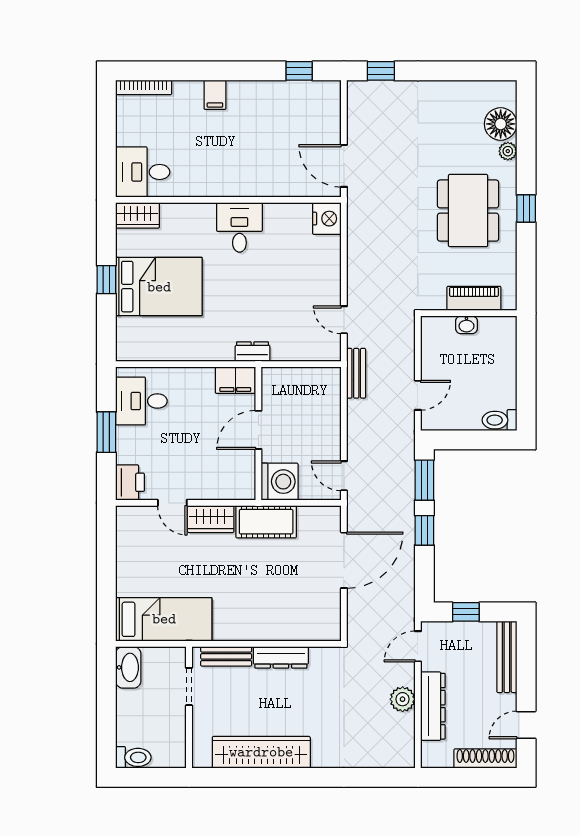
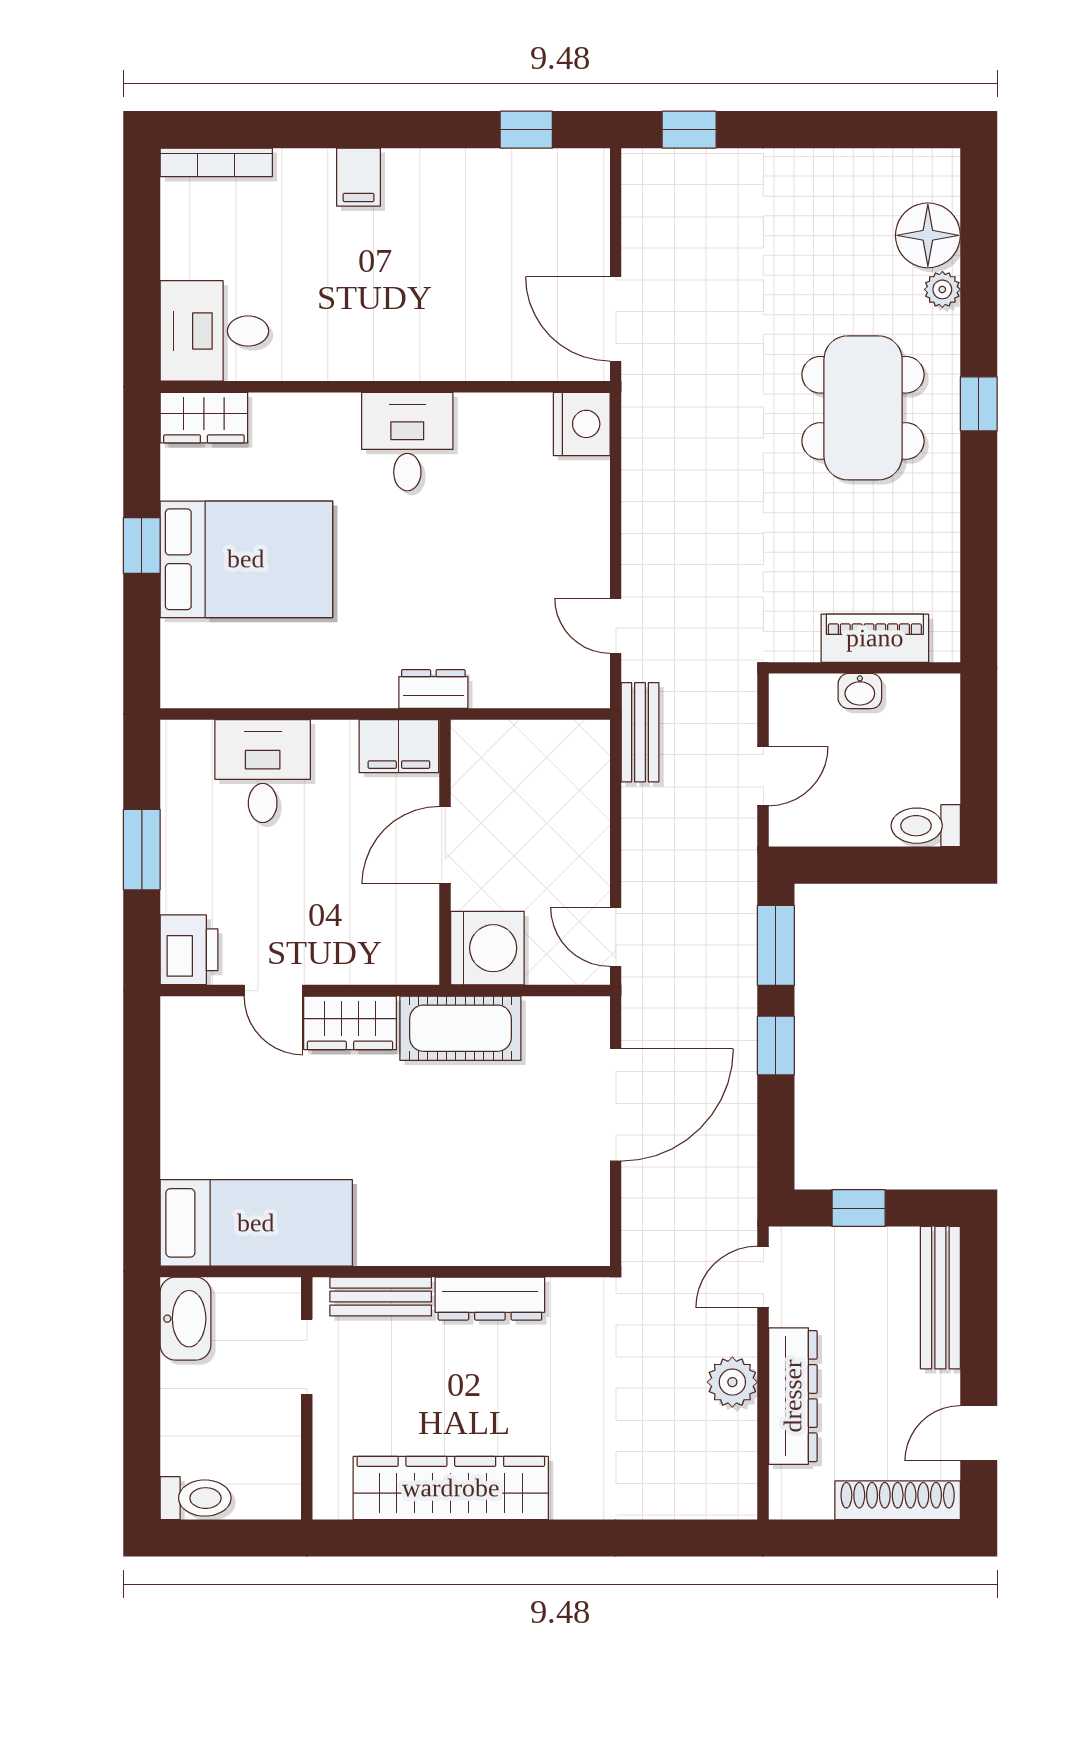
piano: (474, 298) -> (875, 638), moved
wall: (469, 313) -> (864, 668), moved
washbasin: (466, 325) -> (860, 691), moved
desk: (141, 401) -> (263, 771), moved, turned 90

